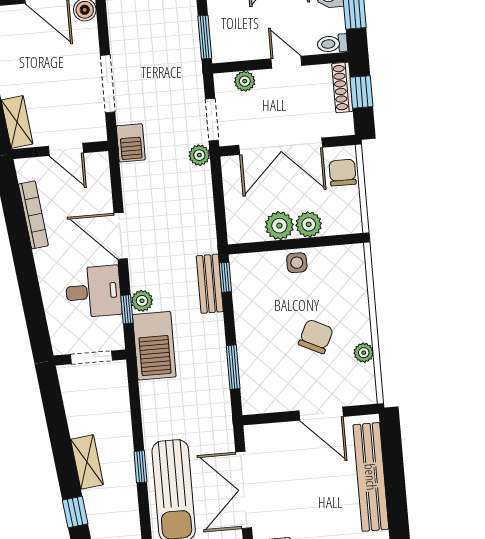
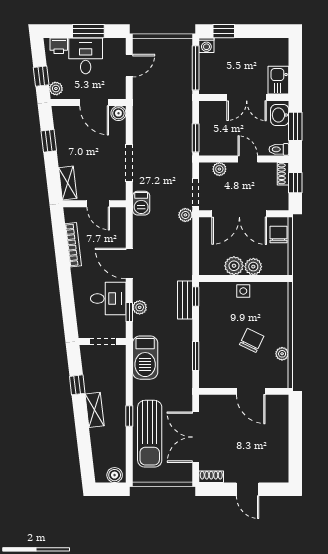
shoe rack: (342, 87) -> (283, 174), width x0.70
barbecue: (154, 346) -> (145, 358), moved
bench: (371, 477) -> (280, 436), removed
window: (75, 512) -> (77, 385), moved

